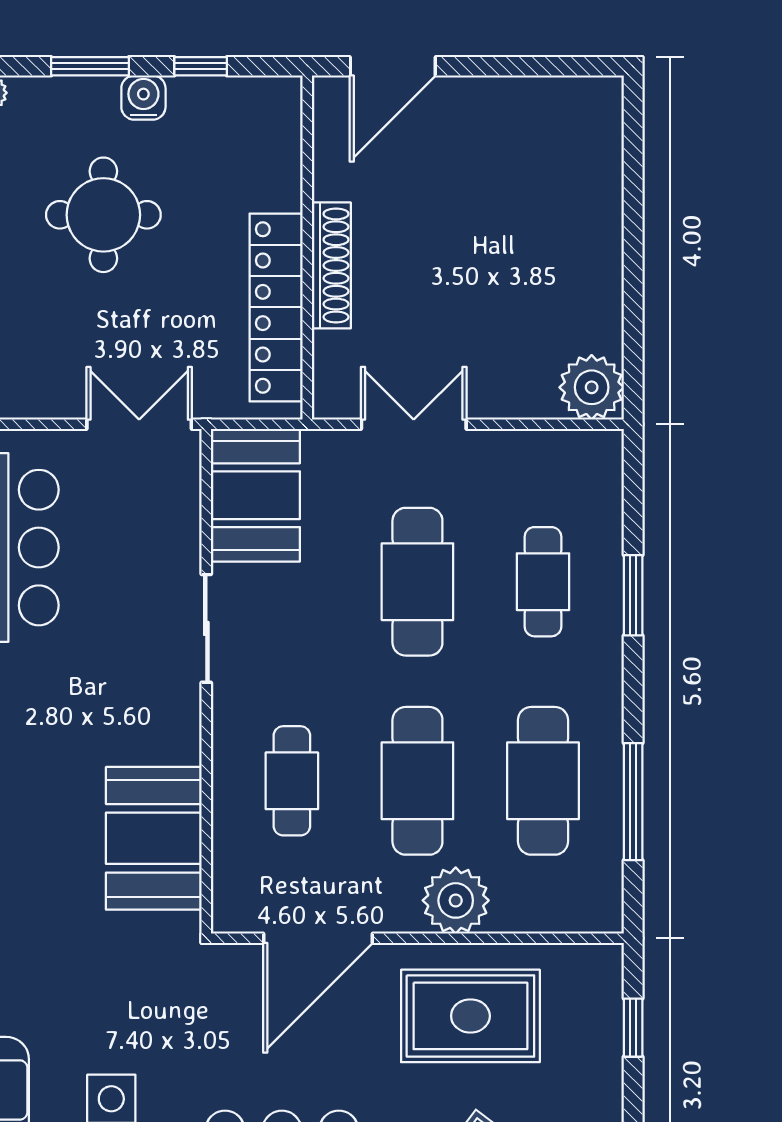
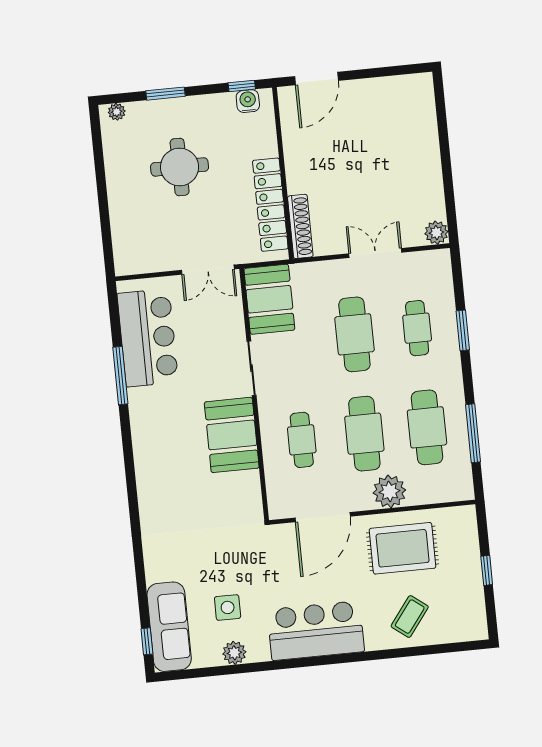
window: (201, 66) -> (242, 86), moved
water cooler: (143, 98) -> (248, 101), moved
shoe rack: (331, 265) -> (300, 226), moved
plant: (592, 387) -> (436, 233), width x0.73, depth x0.73
double door: (139, 424) -> (208, 270), swing flipped
double door: (414, 424) -> (375, 253), moved
booth: (154, 838) -> (232, 435), moved
window: (633, 1028) -> (487, 570), moved

